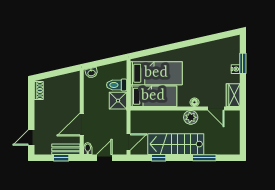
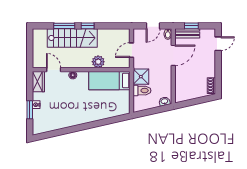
bed: (156, 73) -> (107, 101), removed
plant: (191, 117) -> (98, 62), moved
door: (128, 142) -> (132, 50), moved
stairs: (176, 144) -> (72, 38), moved
window: (159, 158) -> (88, 26), moved

